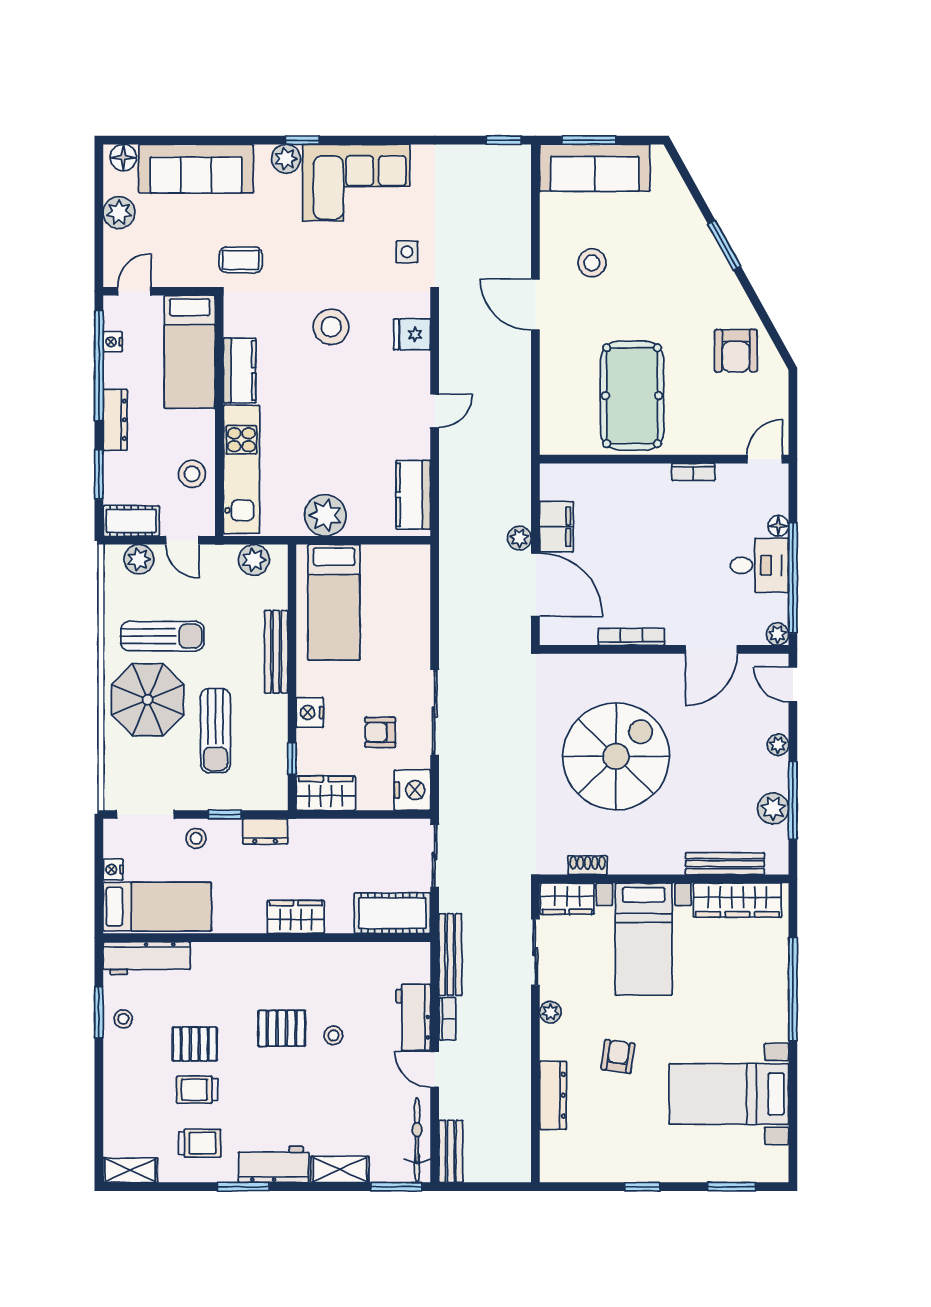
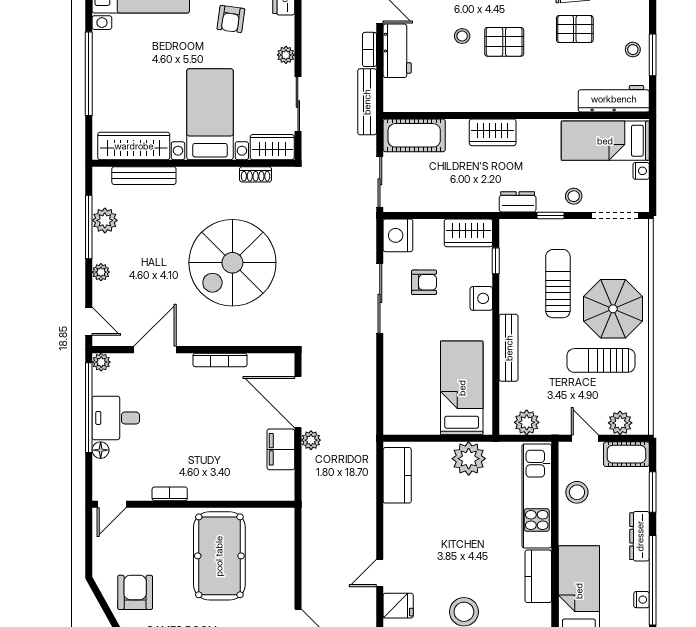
door: (435, 411) -> (380, 573), moved

